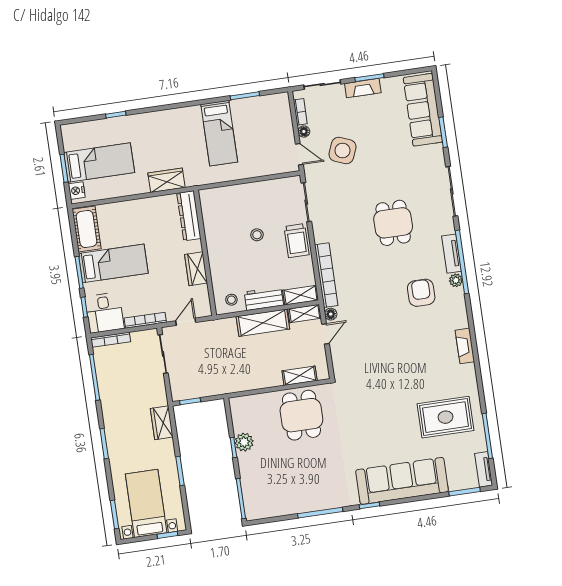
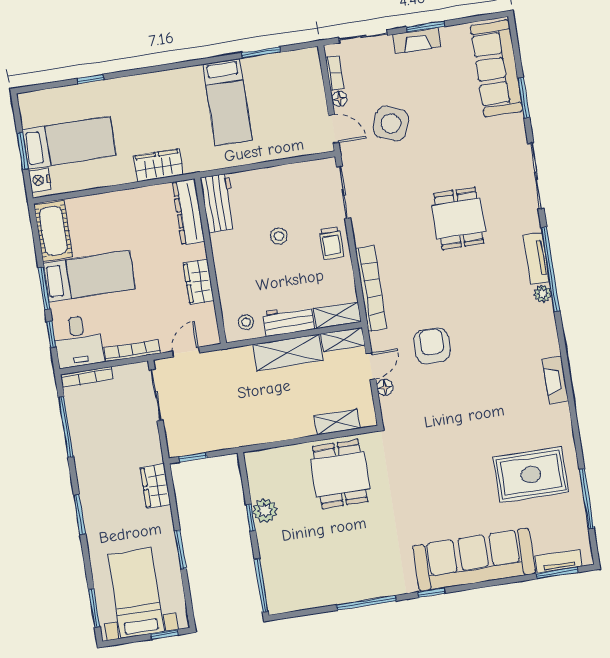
workbench: (212, 209) -> (219, 203), added
trolley: (297, 241) -> (331, 243), width x0.73, depth x0.72
armchair: (421, 293) -> (432, 346), moved
floor lamp: (331, 314) -> (385, 387), moved
tv unit: (484, 469) -> (559, 561), moved, turned 90

